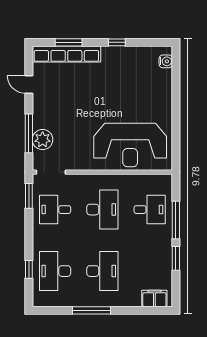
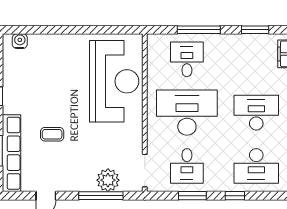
coffee table: (83, 90) -> (52, 134), added
window: (29, 196) -> (192, 196), moved
desk: (102, 210) -> (187, 113), width x1.36, depth x1.30
window: (176, 258) -> (255, 30), moved
window: (29, 269) -> (235, 196), moved

